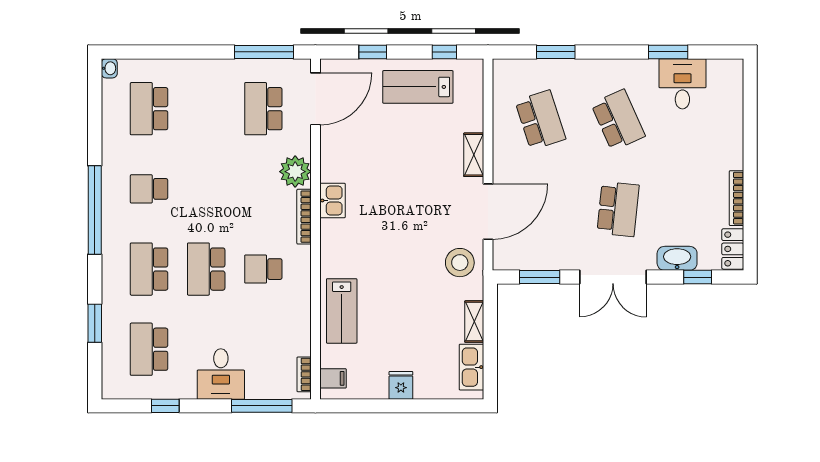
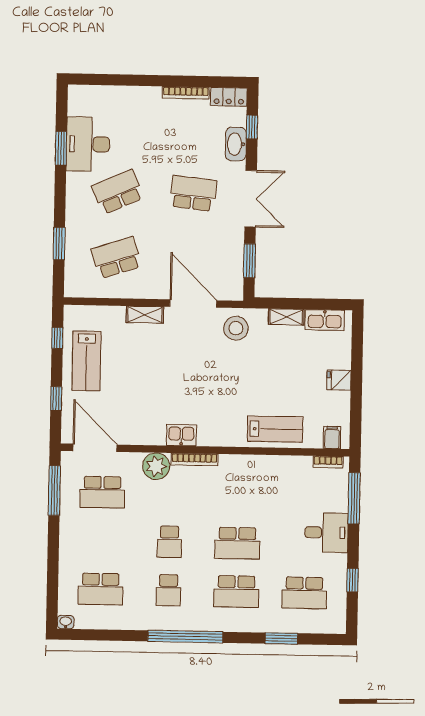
desk: (682, 84) -> (88, 144), width x1.37
school desk: (263, 269) -> (169, 542), moved

